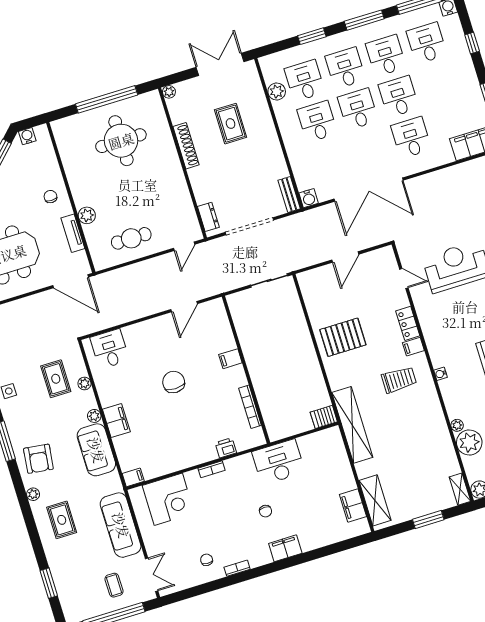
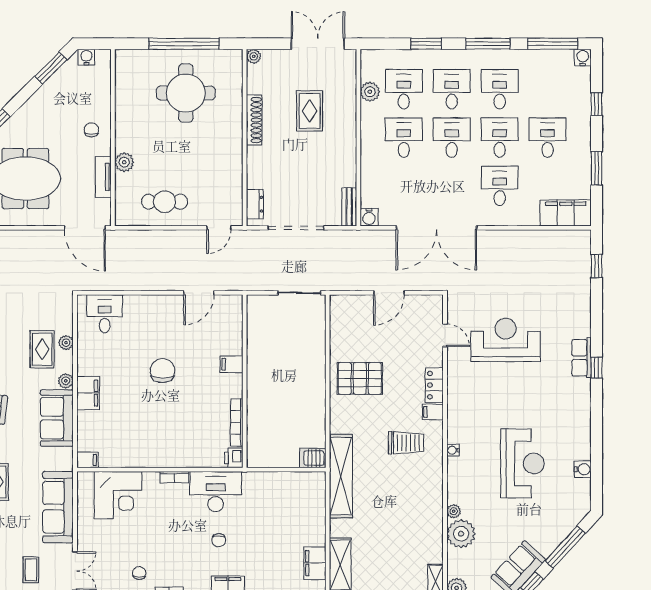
desk: (427, 43) -> (548, 138), moved
rug: (56, 379) -> (42, 349), moved
printer: (226, 448) -> (234, 458), moved, turned -90
desk: (278, 462) -> (216, 492), moved

